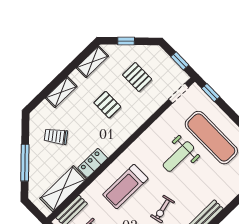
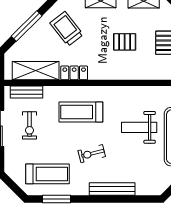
pallet: (107, 105) -> (125, 42), turned 90
trolley: (56, 136) -> (67, 29), width x1.36, depth x1.39

